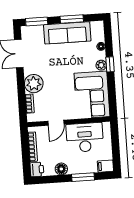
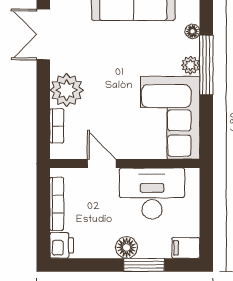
window: (110, 64) -> (206, 65), width x2.17
door: (56, 123) -> (102, 164), swing flipped
floor lamp: (61, 169) -> (127, 247), moved

